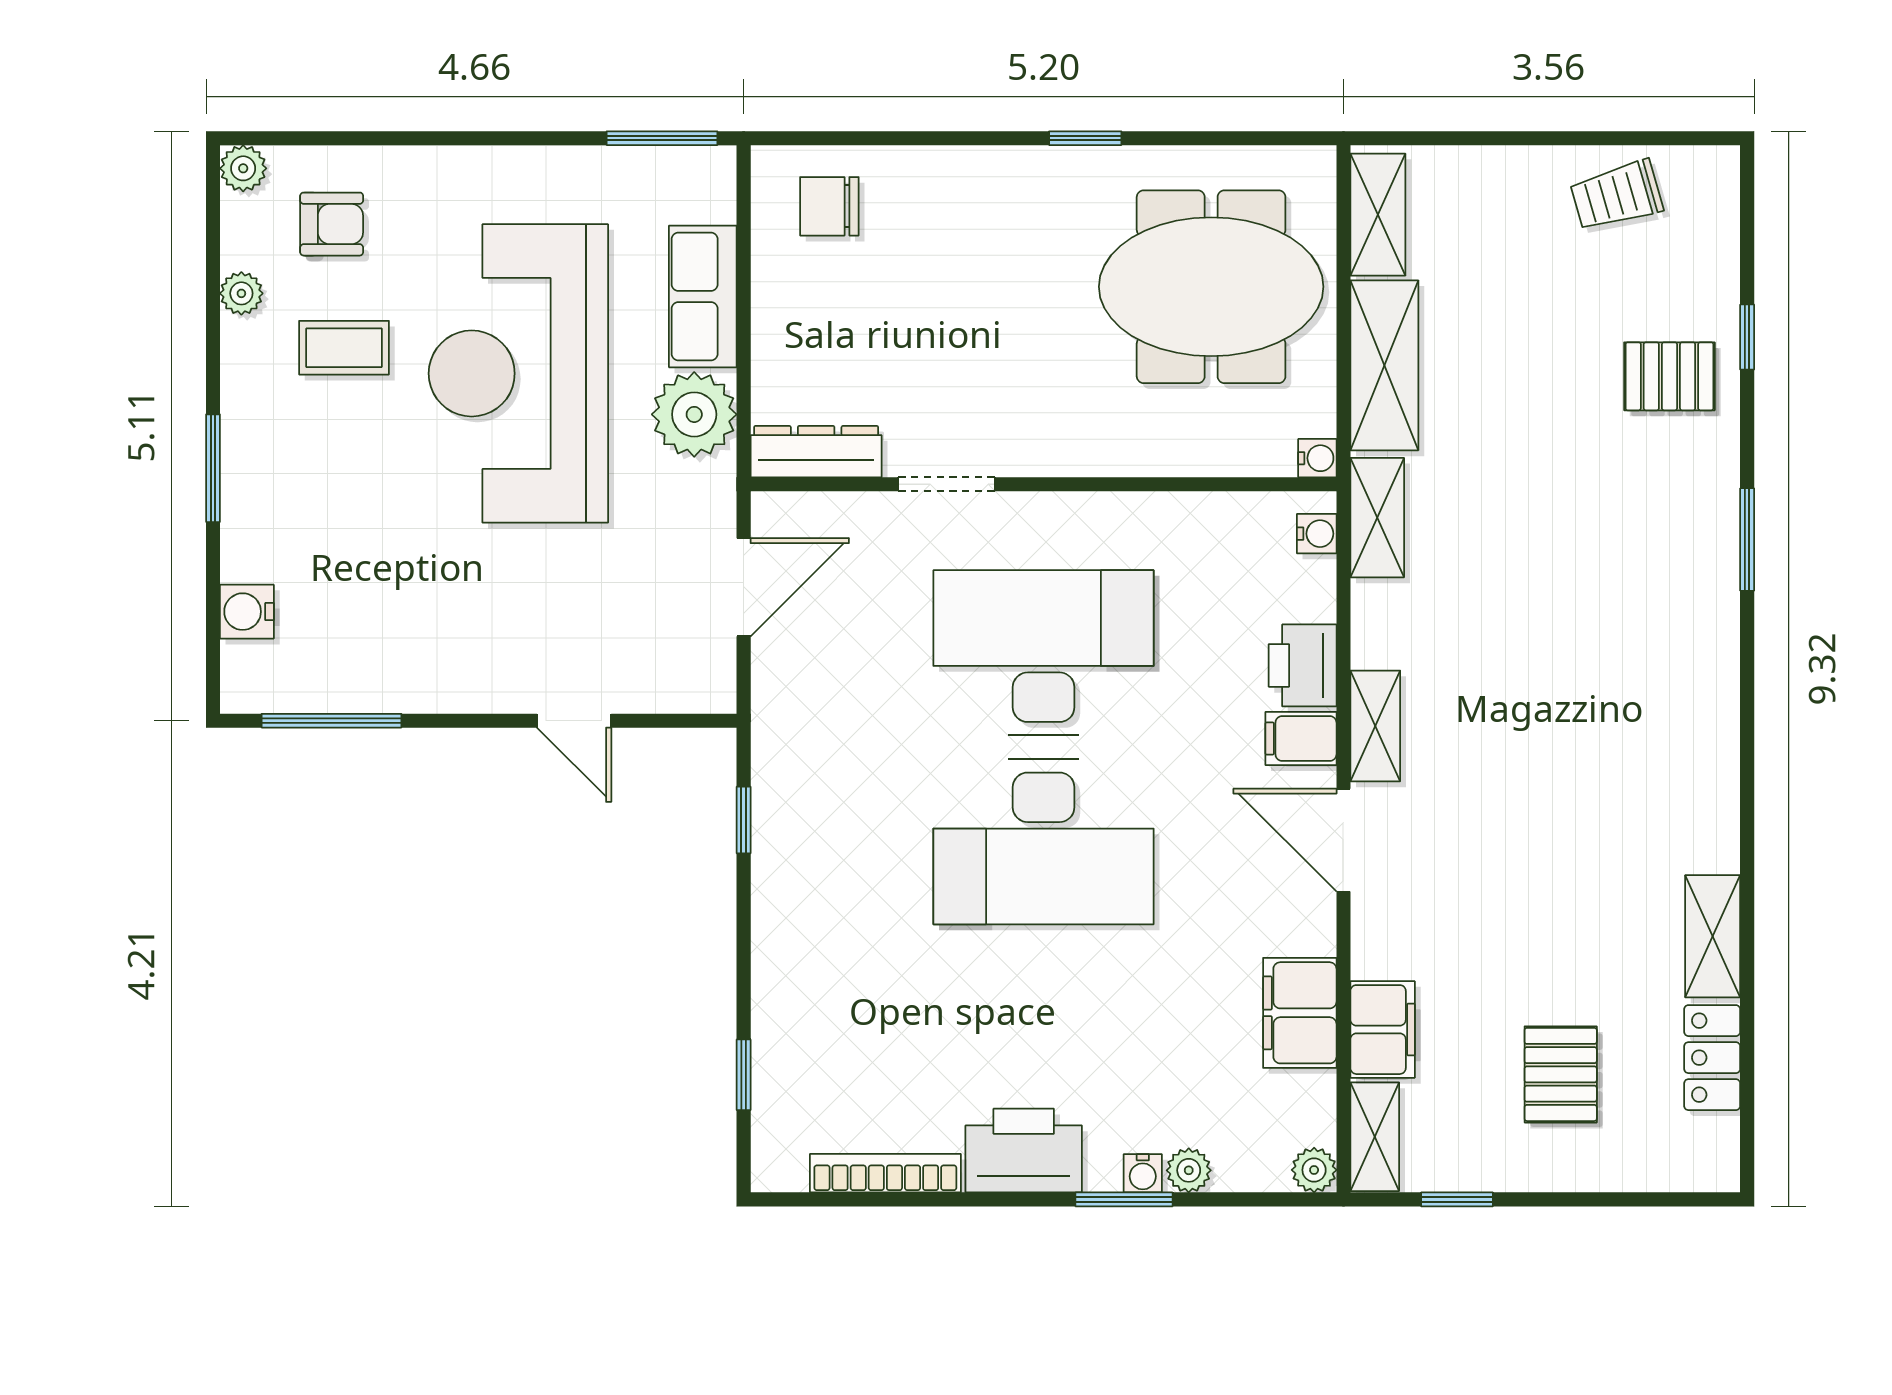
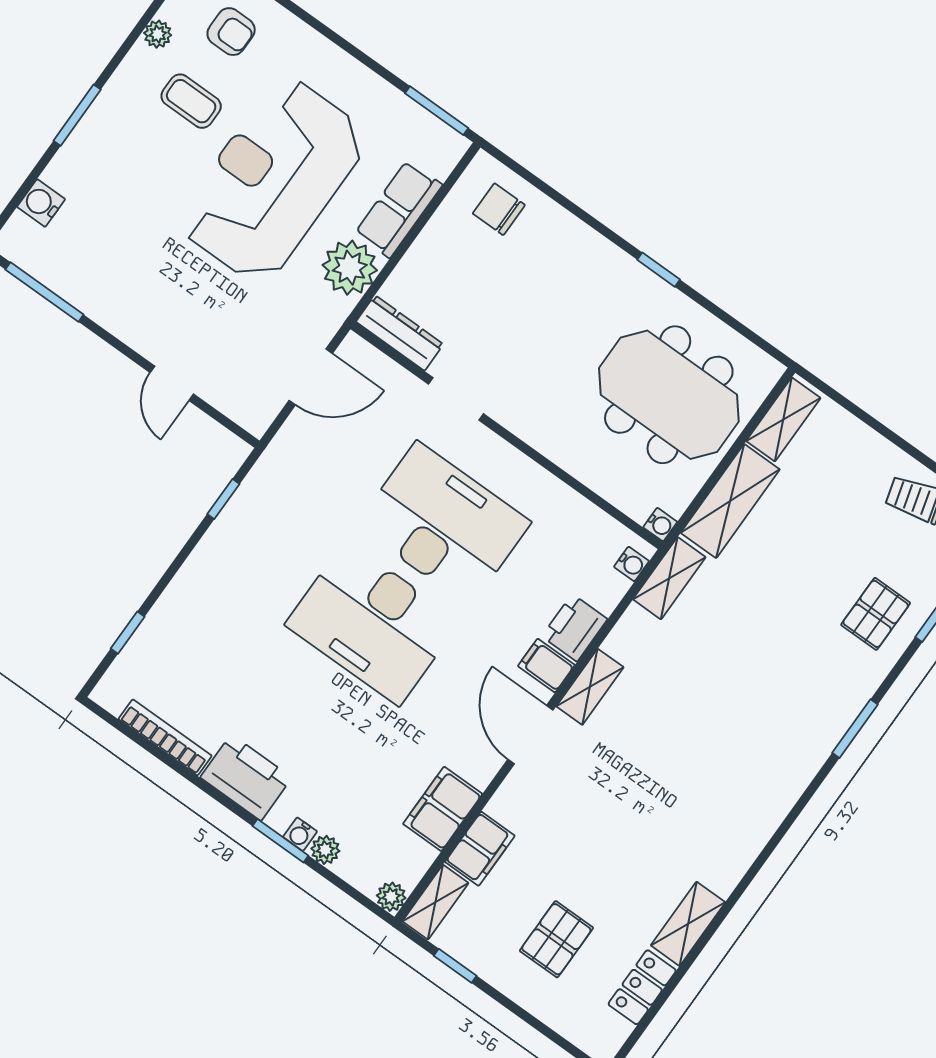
pallet: (1669, 376) -> (876, 614), turned 90

